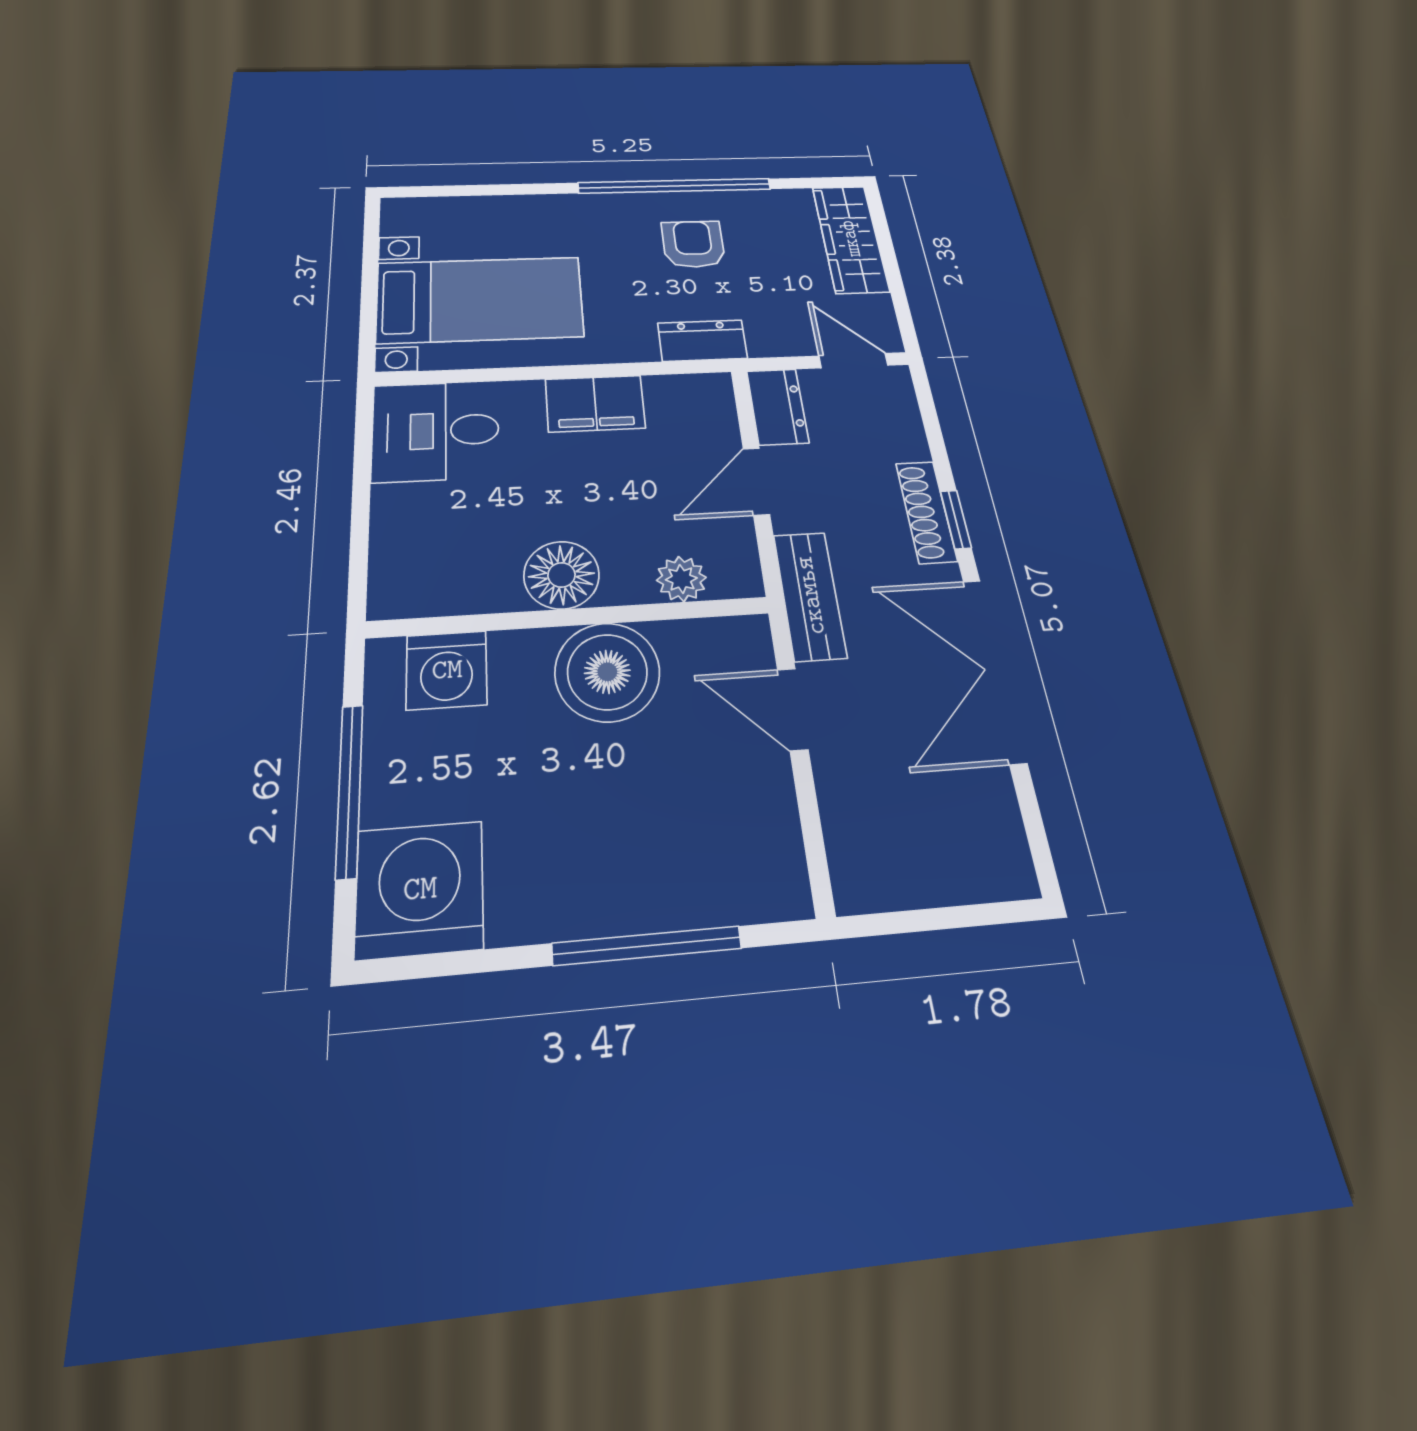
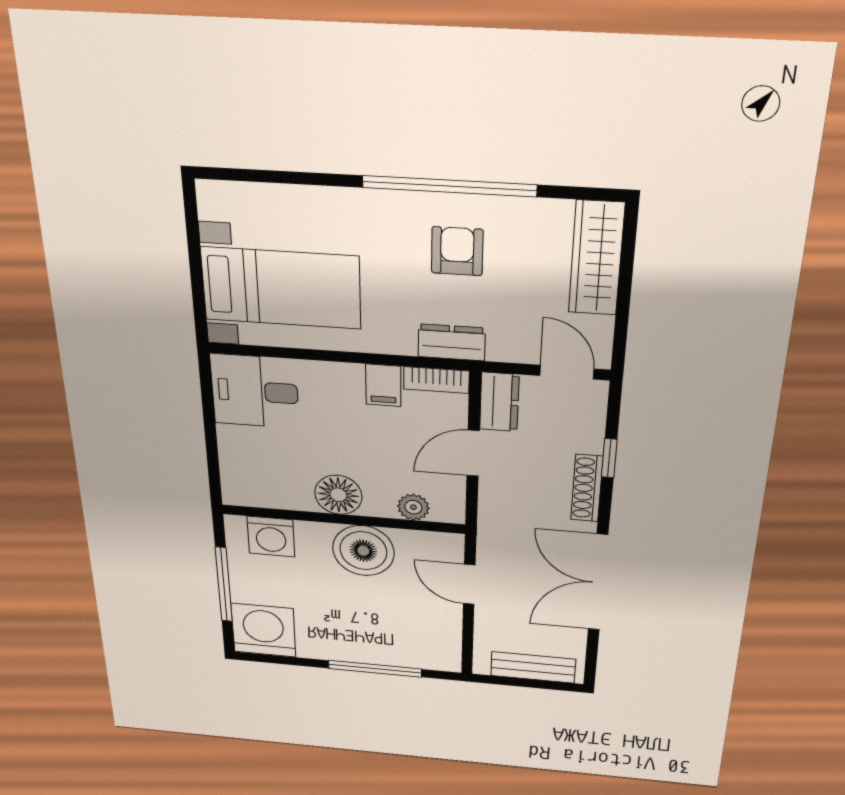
bookcase: (690, 388) -> (436, 380), added
filing cabinet: (595, 403) -> (383, 385), width x0.50
window: (956, 519) -> (609, 458), moved
bench: (810, 596) -> (533, 667), moved, turned 90

